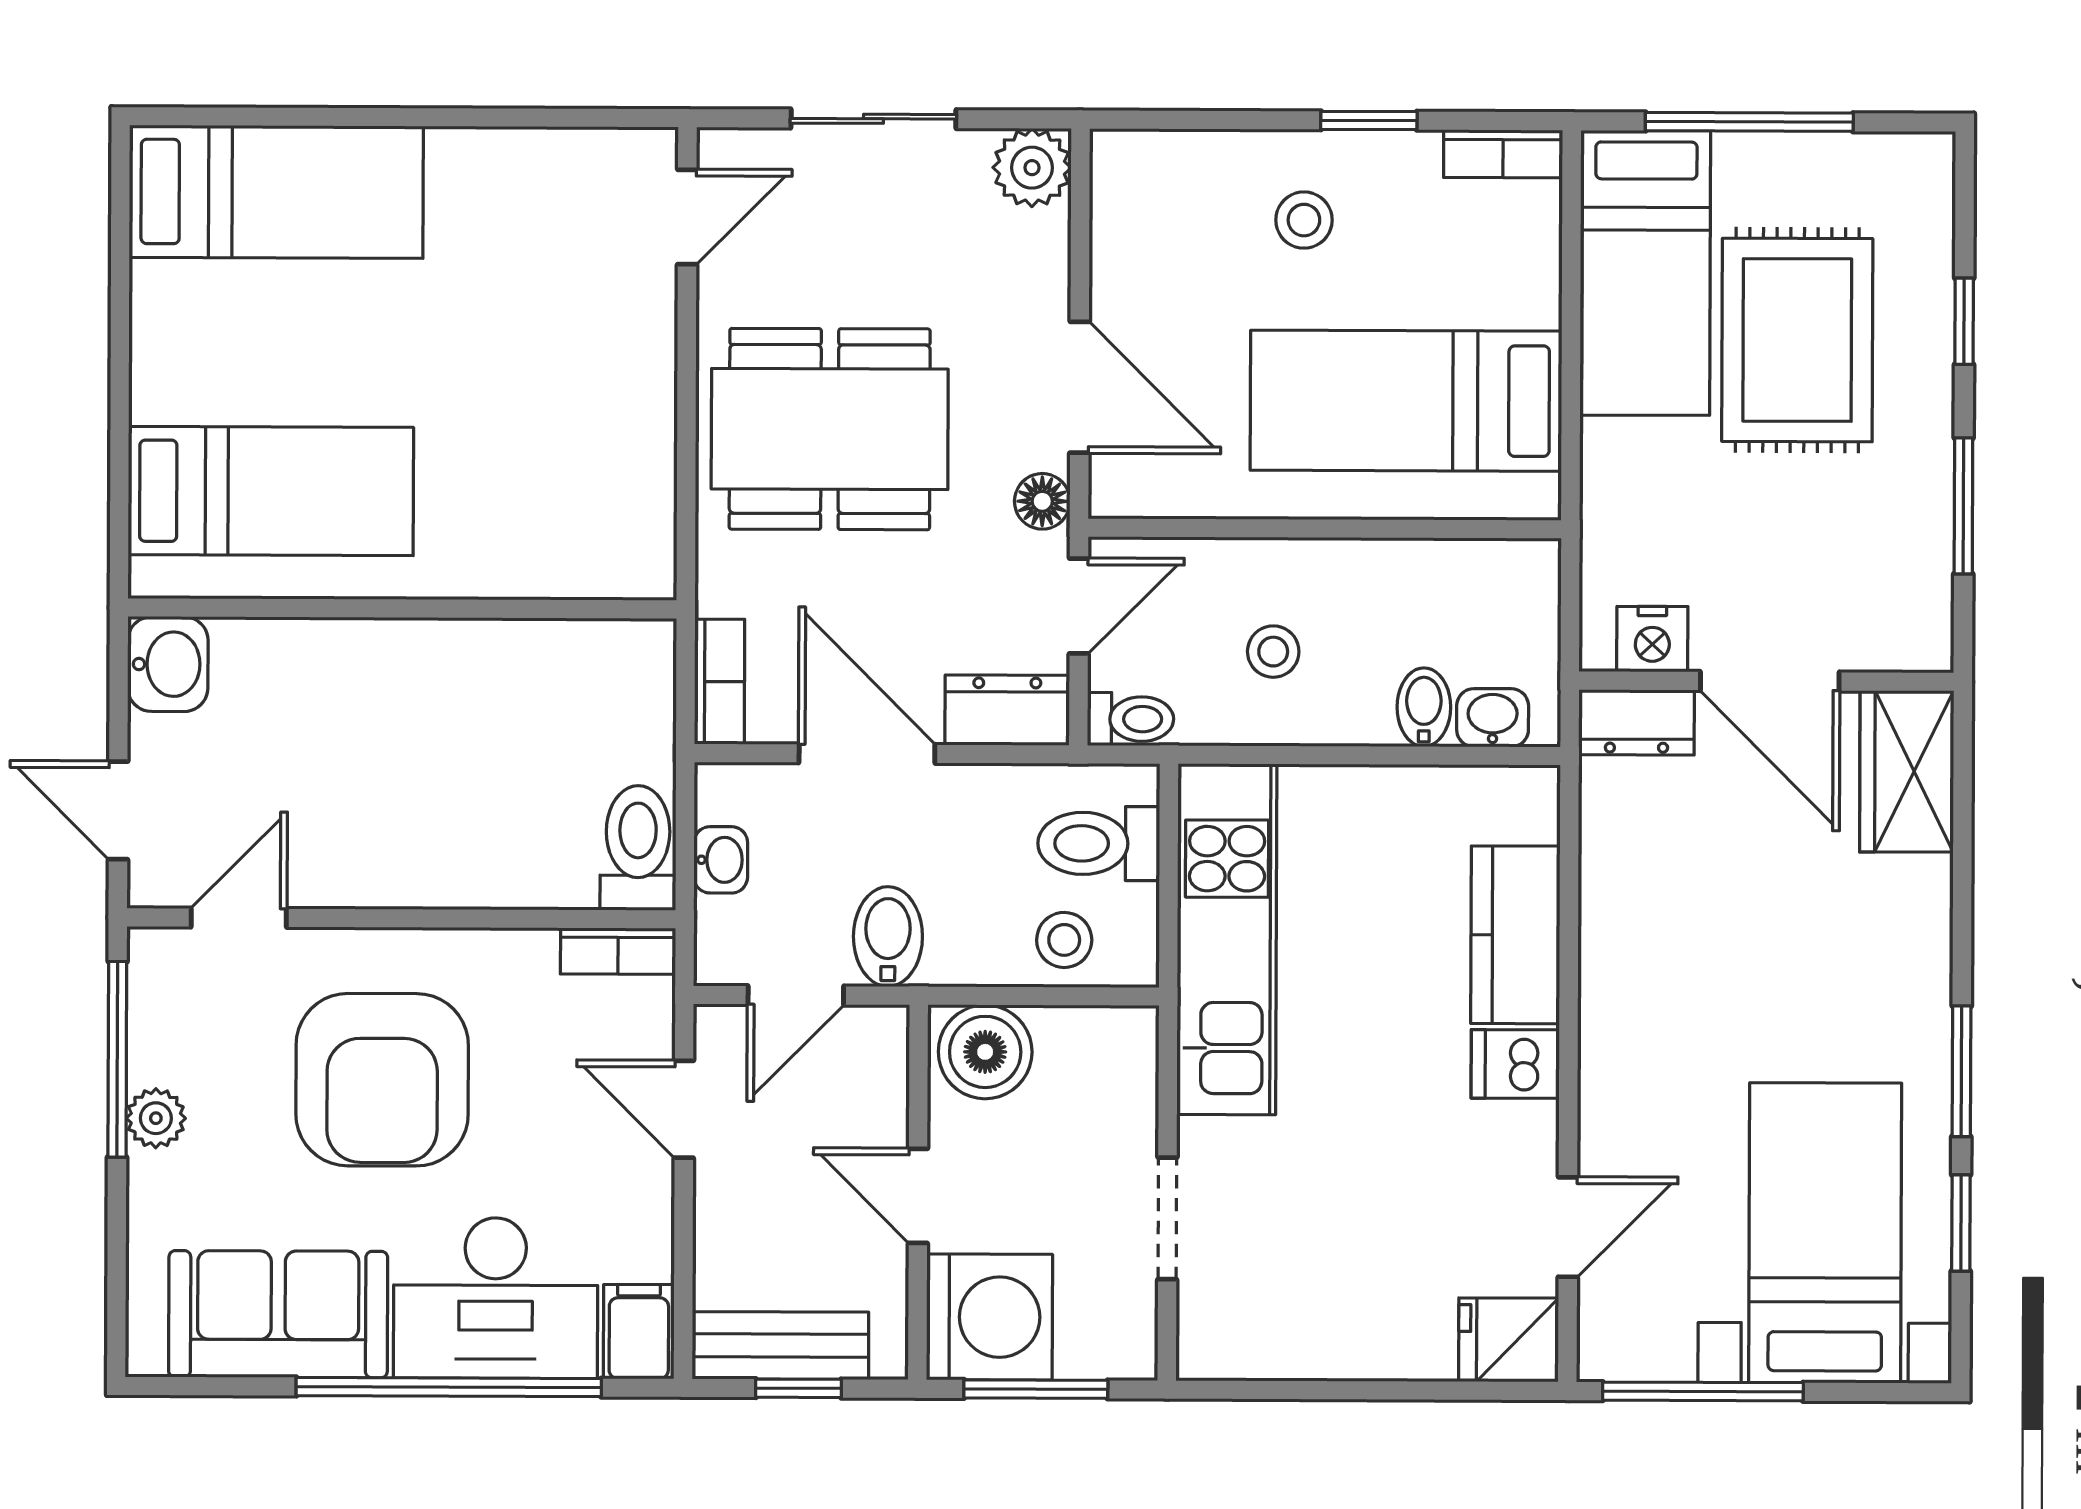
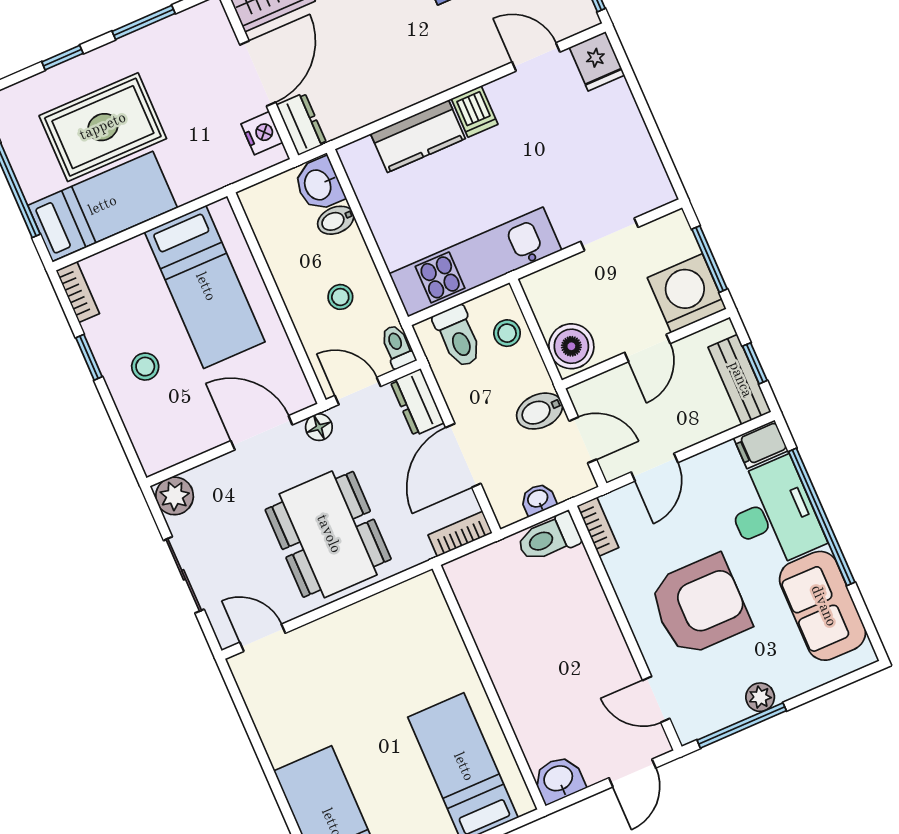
door: (1080, 387) -> (262, 433), hinge flipped
washbasin: (1493, 718) -> (319, 184), width x1.38, depth x1.45

